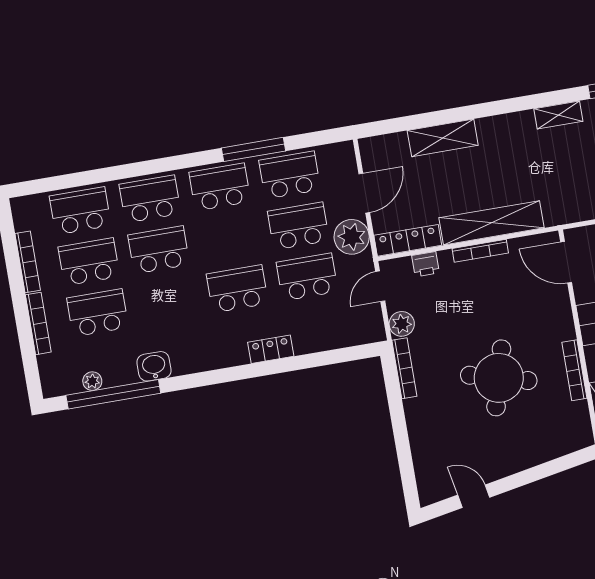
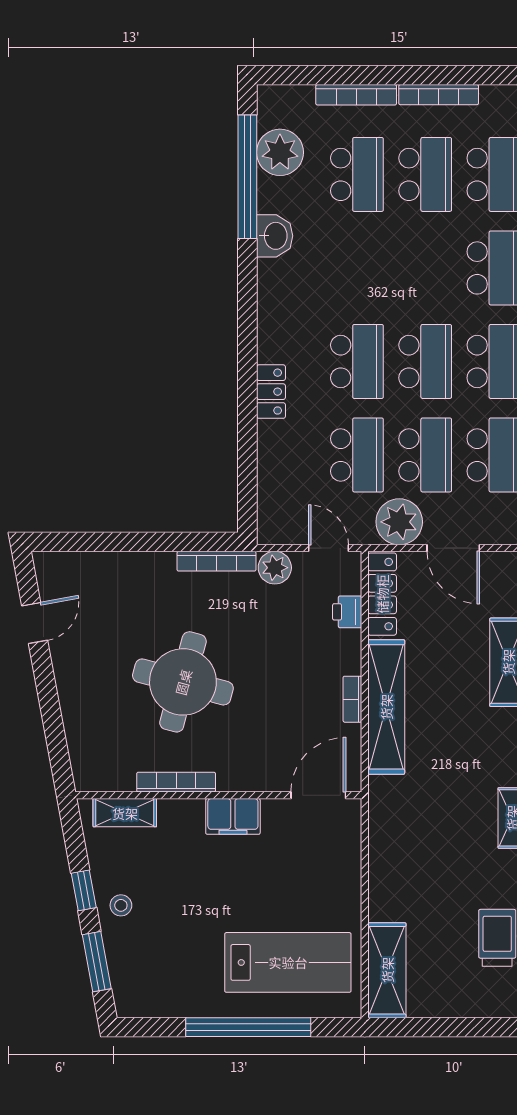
school desk: (159, 250) -> (425, 361), moved
bookcase: (480, 251) -> (352, 699), width x0.64
plant: (92, 381) -> (280, 152), width x1.88, depth x1.88

